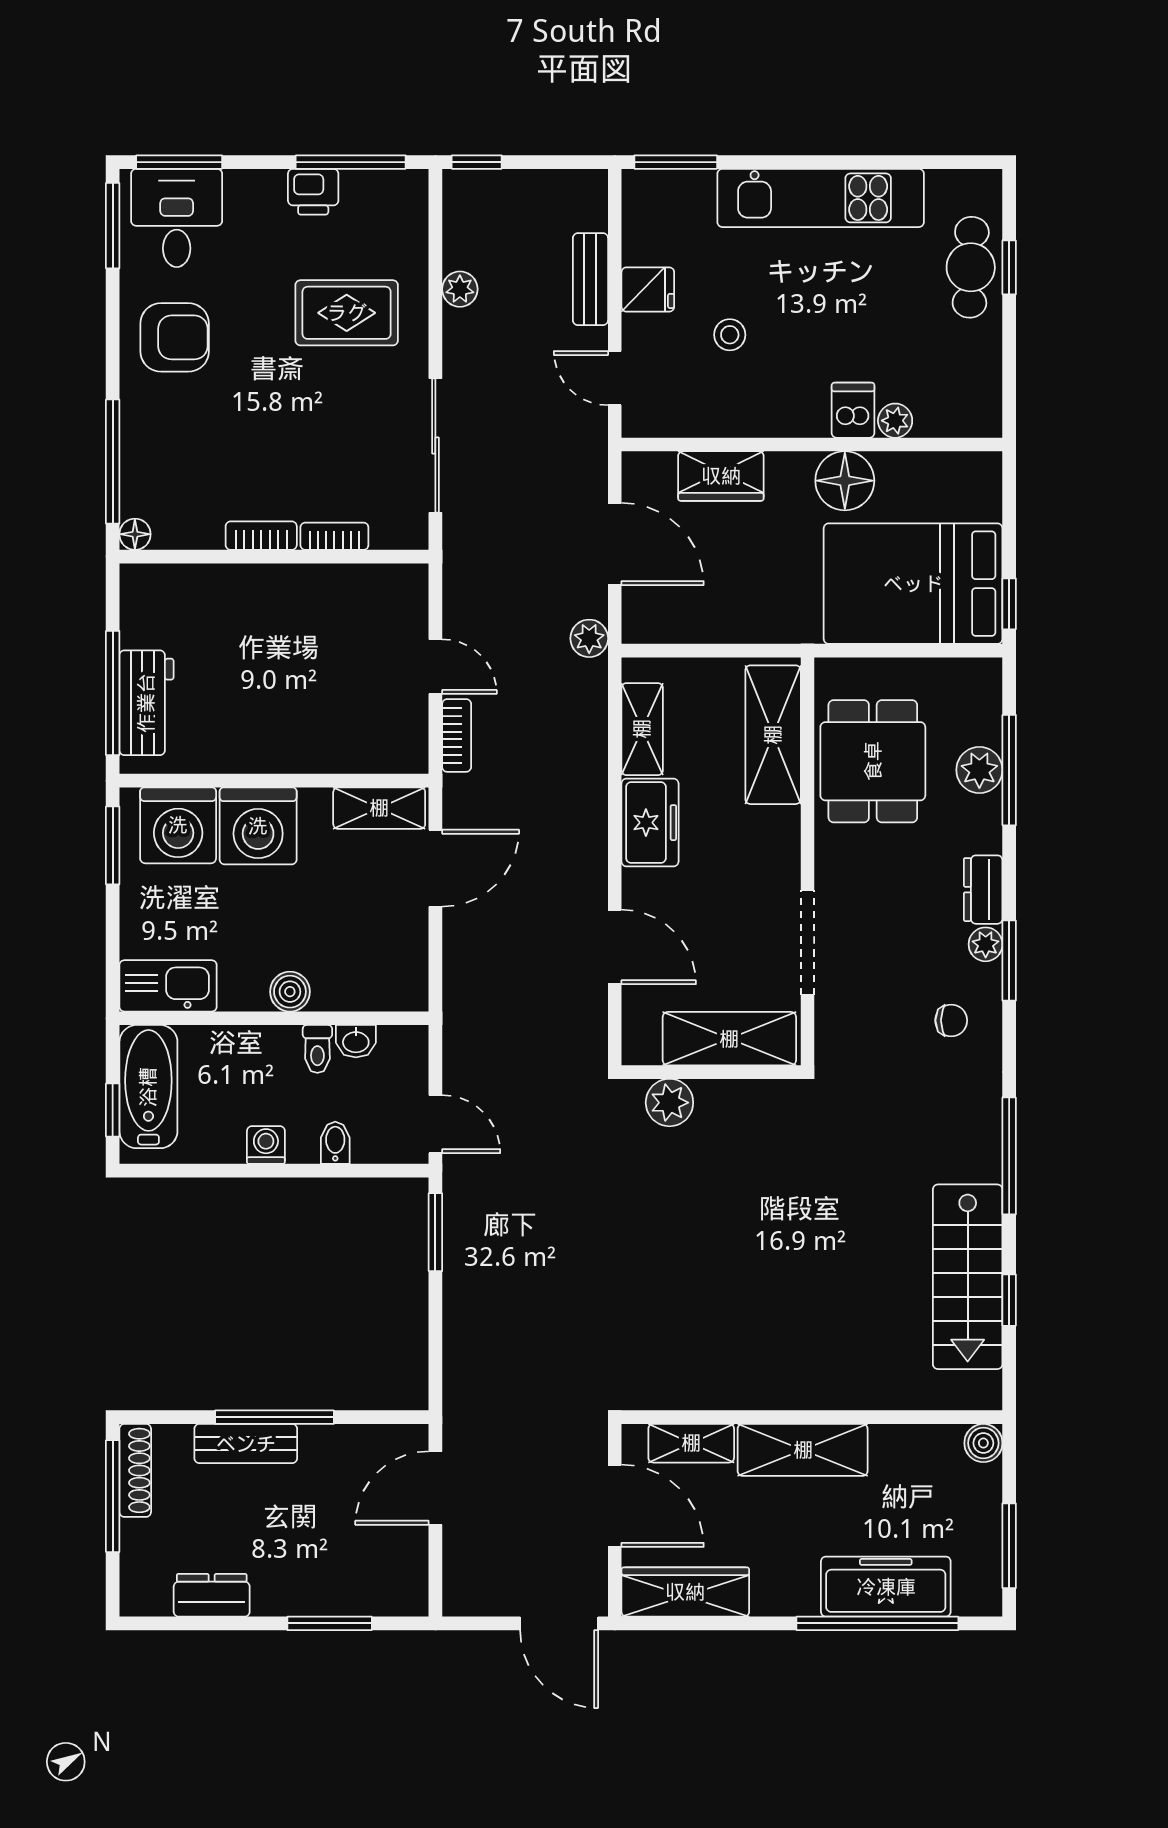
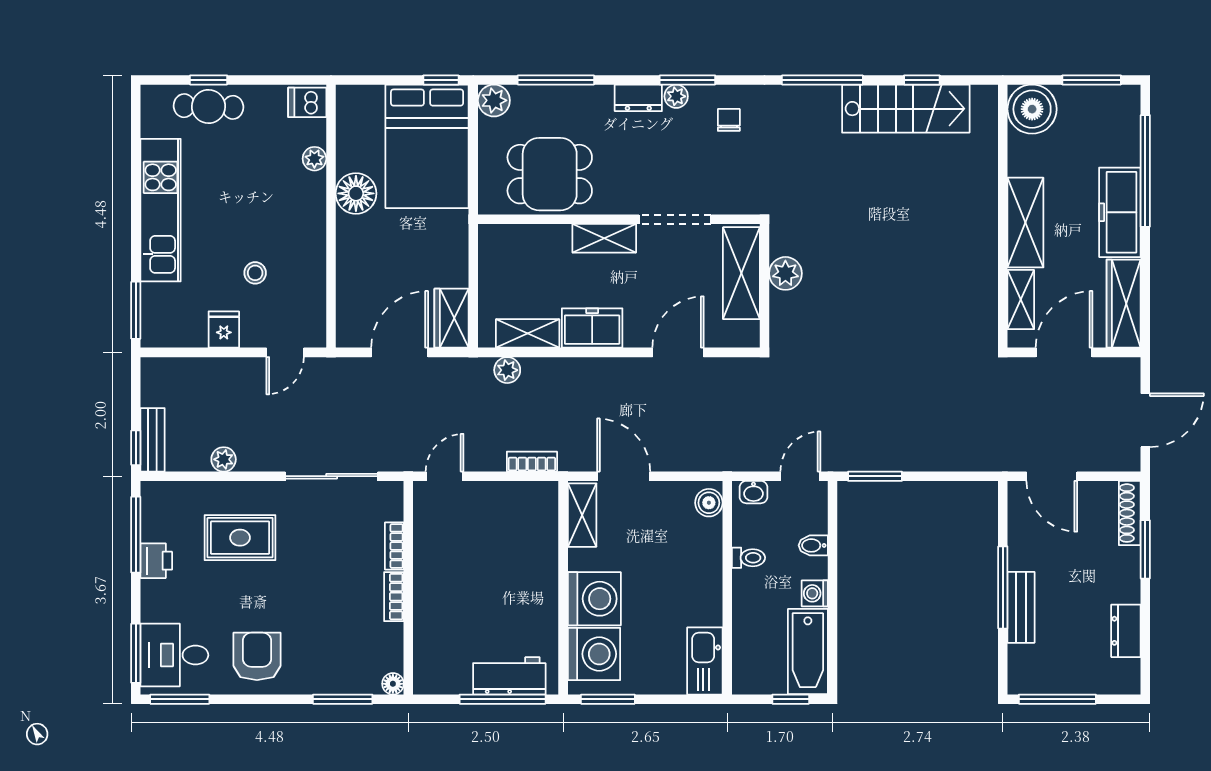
bench: (590, 279) -> (153, 440), moved, turned 90
rug: (347, 313) -> (240, 538), turned 90
dishwasher: (853, 410) -> (307, 102), moved
window: (113, 462) -> (343, 699), width x0.69
wardrobe: (721, 476) -> (452, 318), moved, turned 180
plant: (589, 638) -> (507, 370), moved
door: (435, 667) -> (445, 476), moved
shelving: (773, 735) -> (604, 238), moved, width x0.67, depth x0.75
plant: (979, 770) -> (494, 100), moved
boiler: (290, 992) -> (709, 503), moved
washbasin: (356, 1041) -> (753, 492), moved, turned 90
bathtub: (148, 1087) -> (808, 651), moved, turned -90
plant: (669, 1103) -> (785, 273), moved
boiler: (983, 1443) -> (1032, 109), width x1.86, depth x1.86
shoe rack: (135, 1470) -> (1130, 513), moved, turned -90
freezer: (886, 1587) -> (1120, 212), moved
door: (559, 1623) -> (1145, 420), moved

